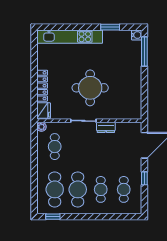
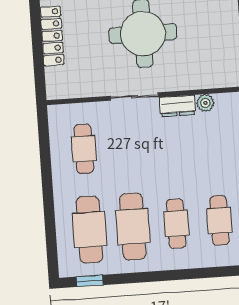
fridge: (44, 111) -> (58, 83), removed
plant: (41, 127) -> (205, 103), moved

